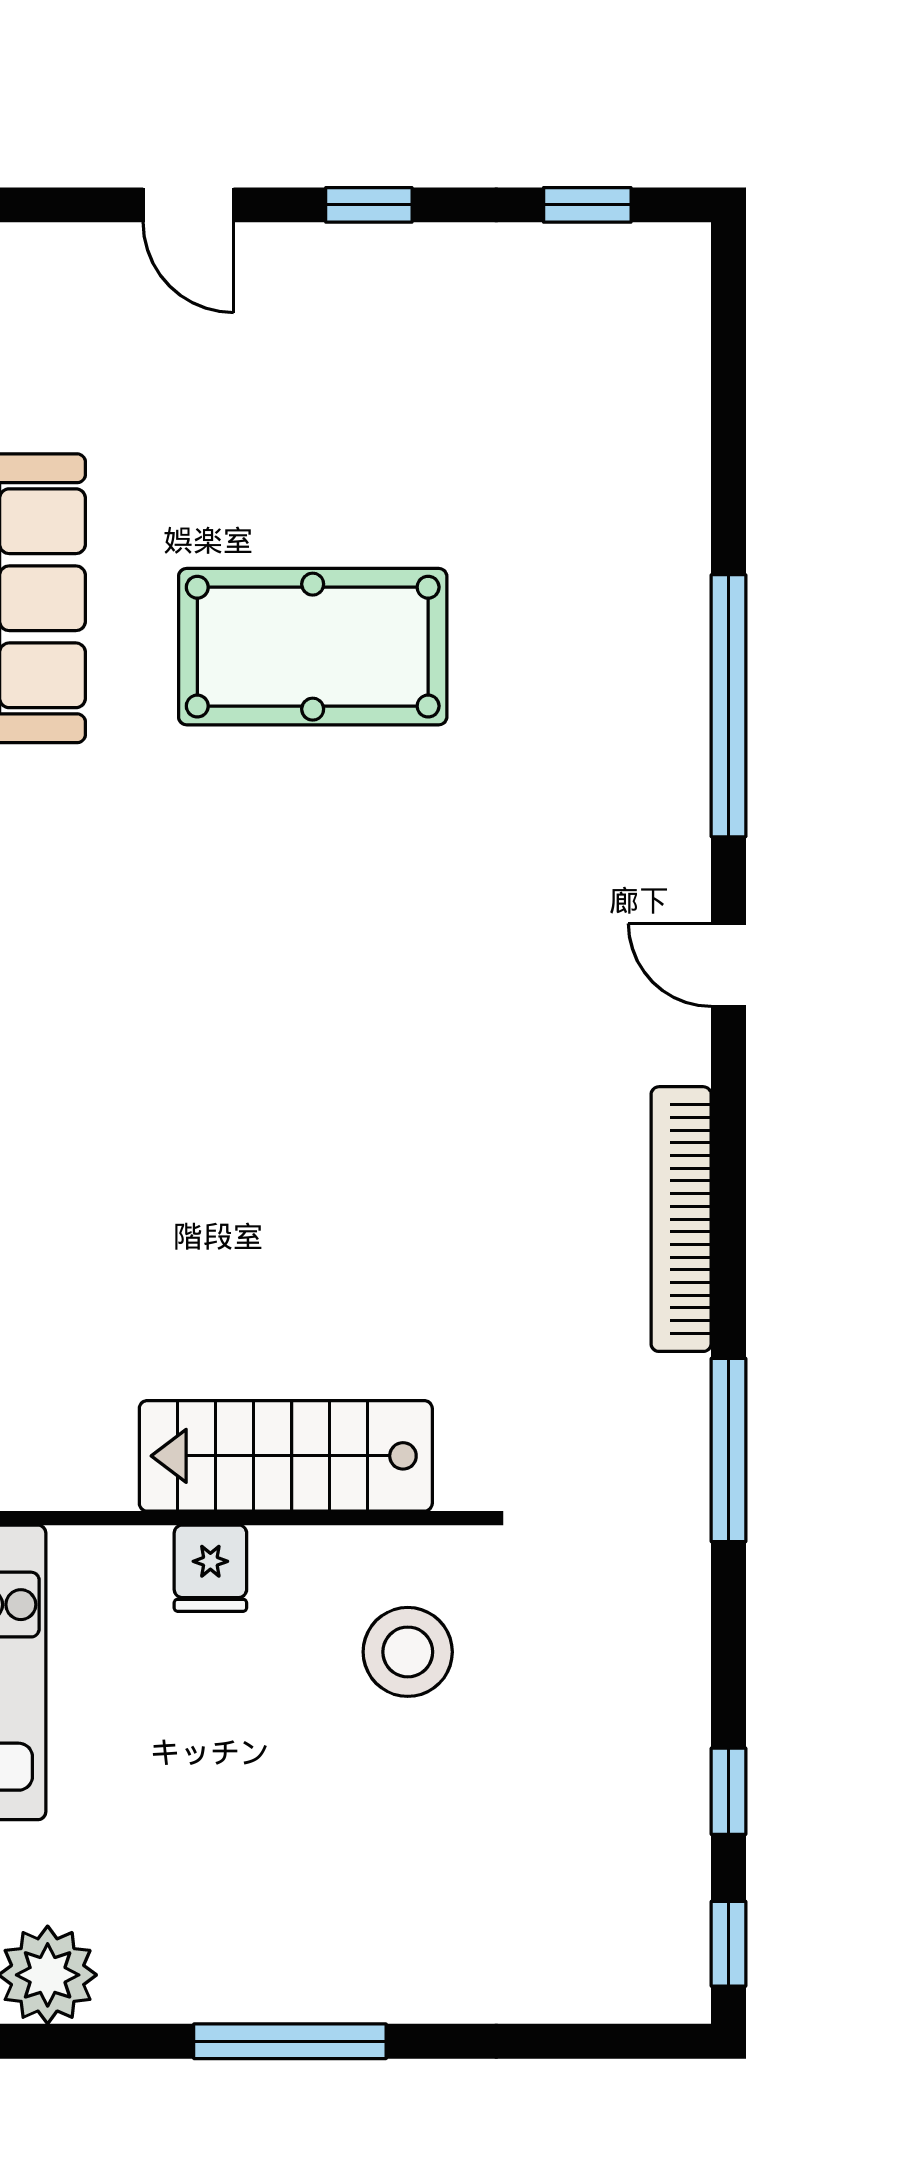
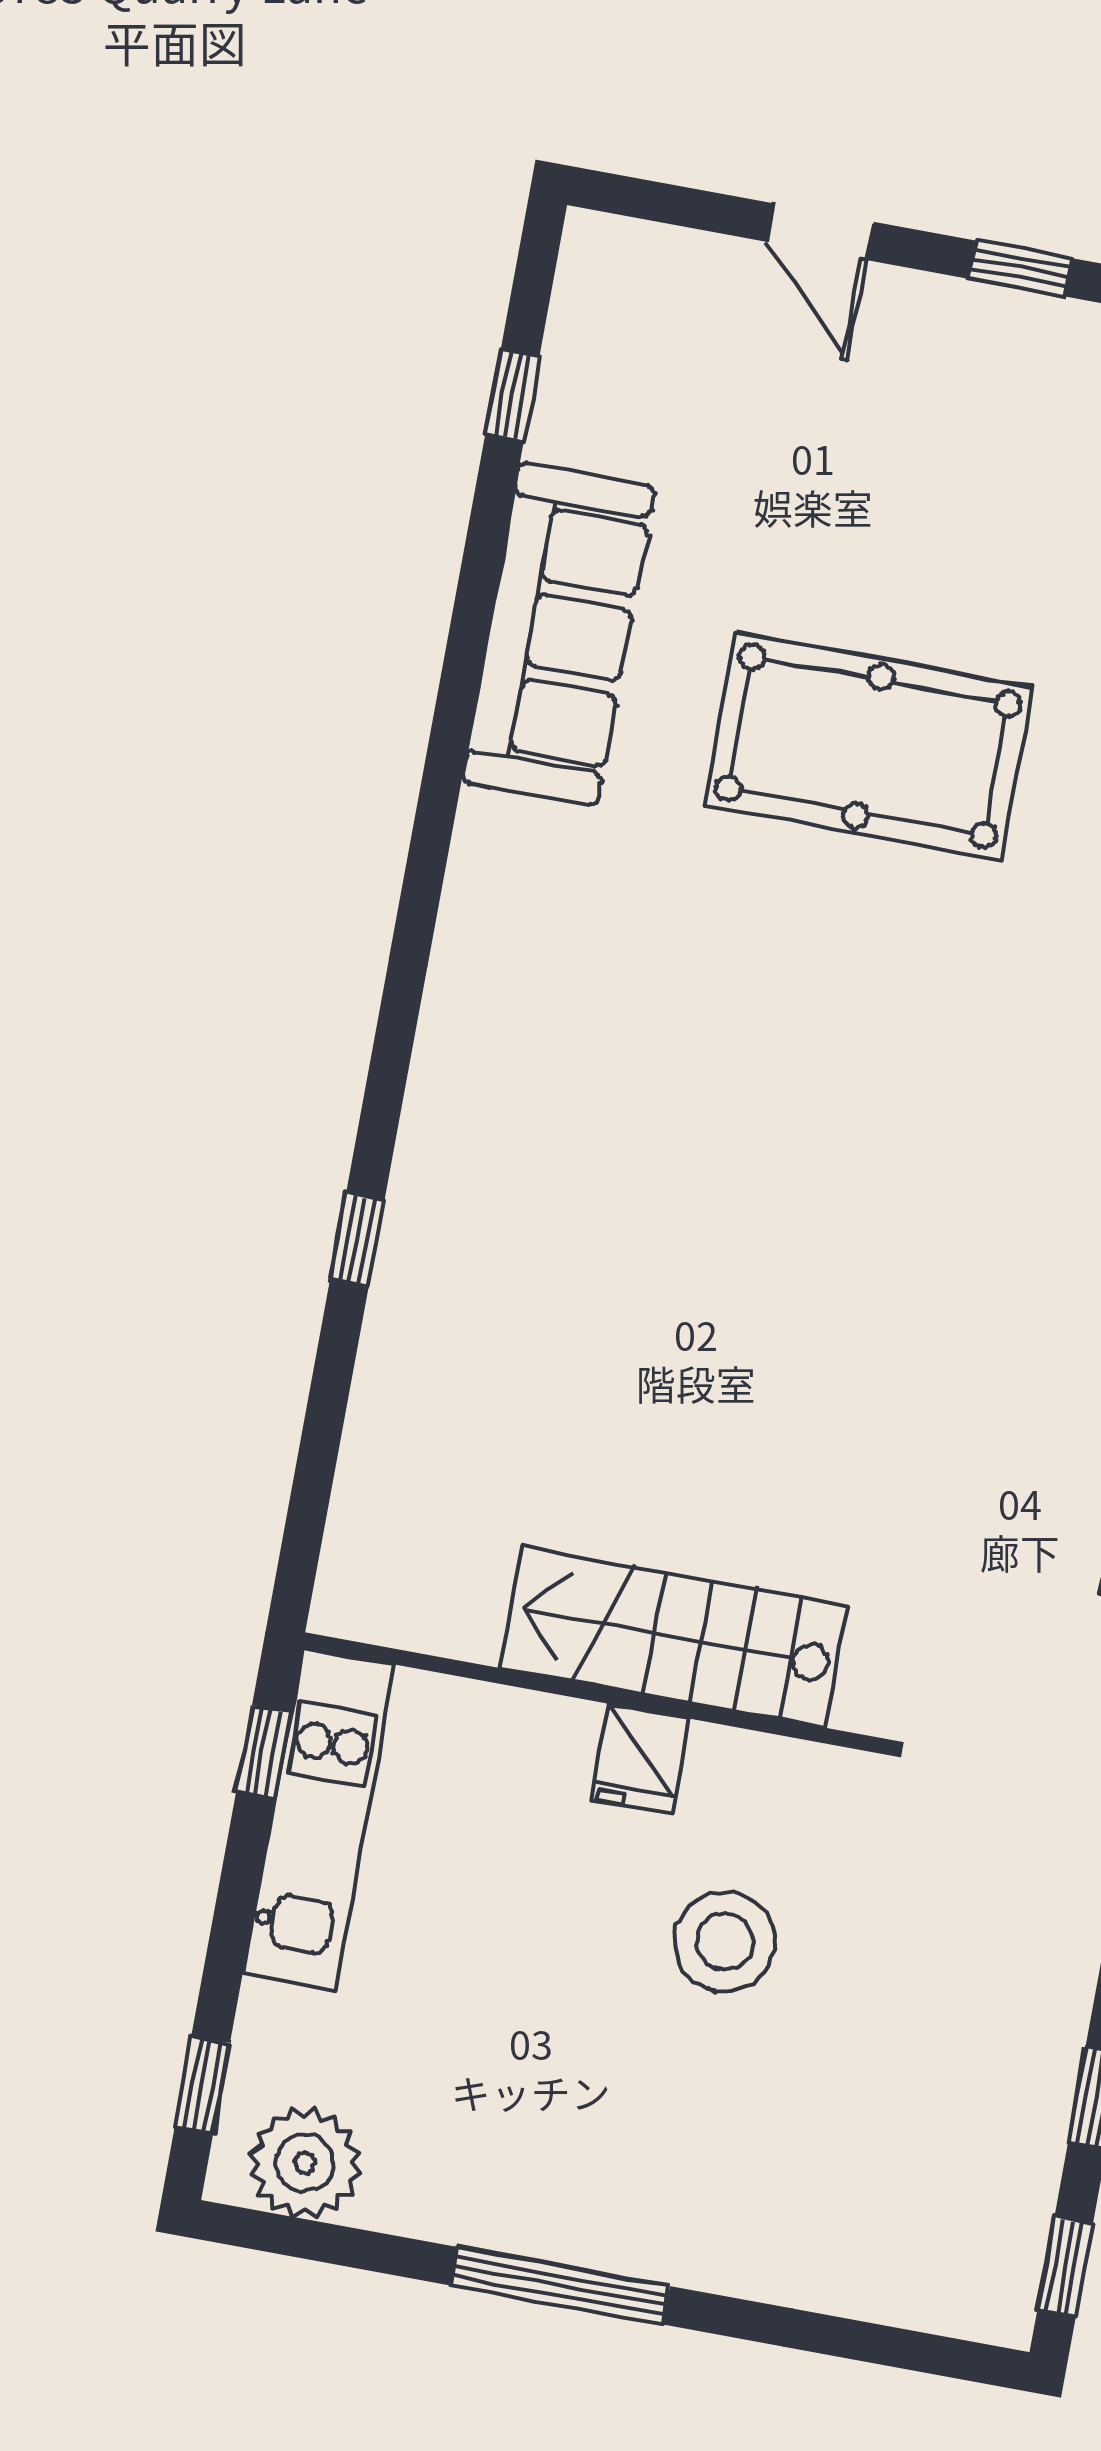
fridge: (210, 1568) -> (640, 1759), moved
stool: (408, 1652) -> (725, 1942), moved

